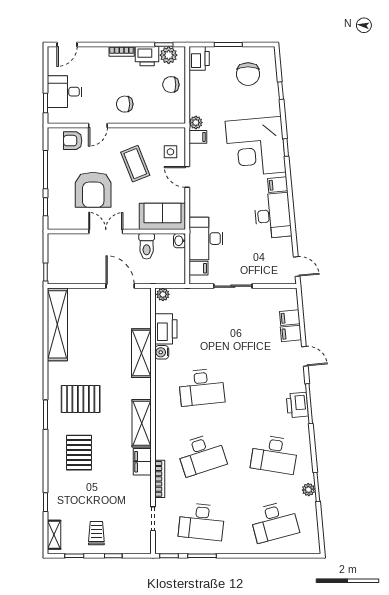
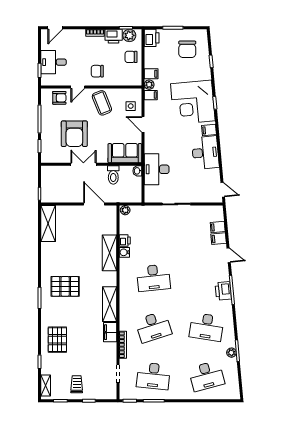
armchair: (73, 141) -> (59, 98), turned 180
coffee table: (135, 164) -> (102, 103), moved
filing cabinet: (199, 268) -> (151, 74), moved
shelving: (57, 324) -> (48, 224), width x0.68
printer: (166, 329) -> (125, 240), width x0.53, depth x0.68
pallet: (79, 453) -> (57, 340), moved

